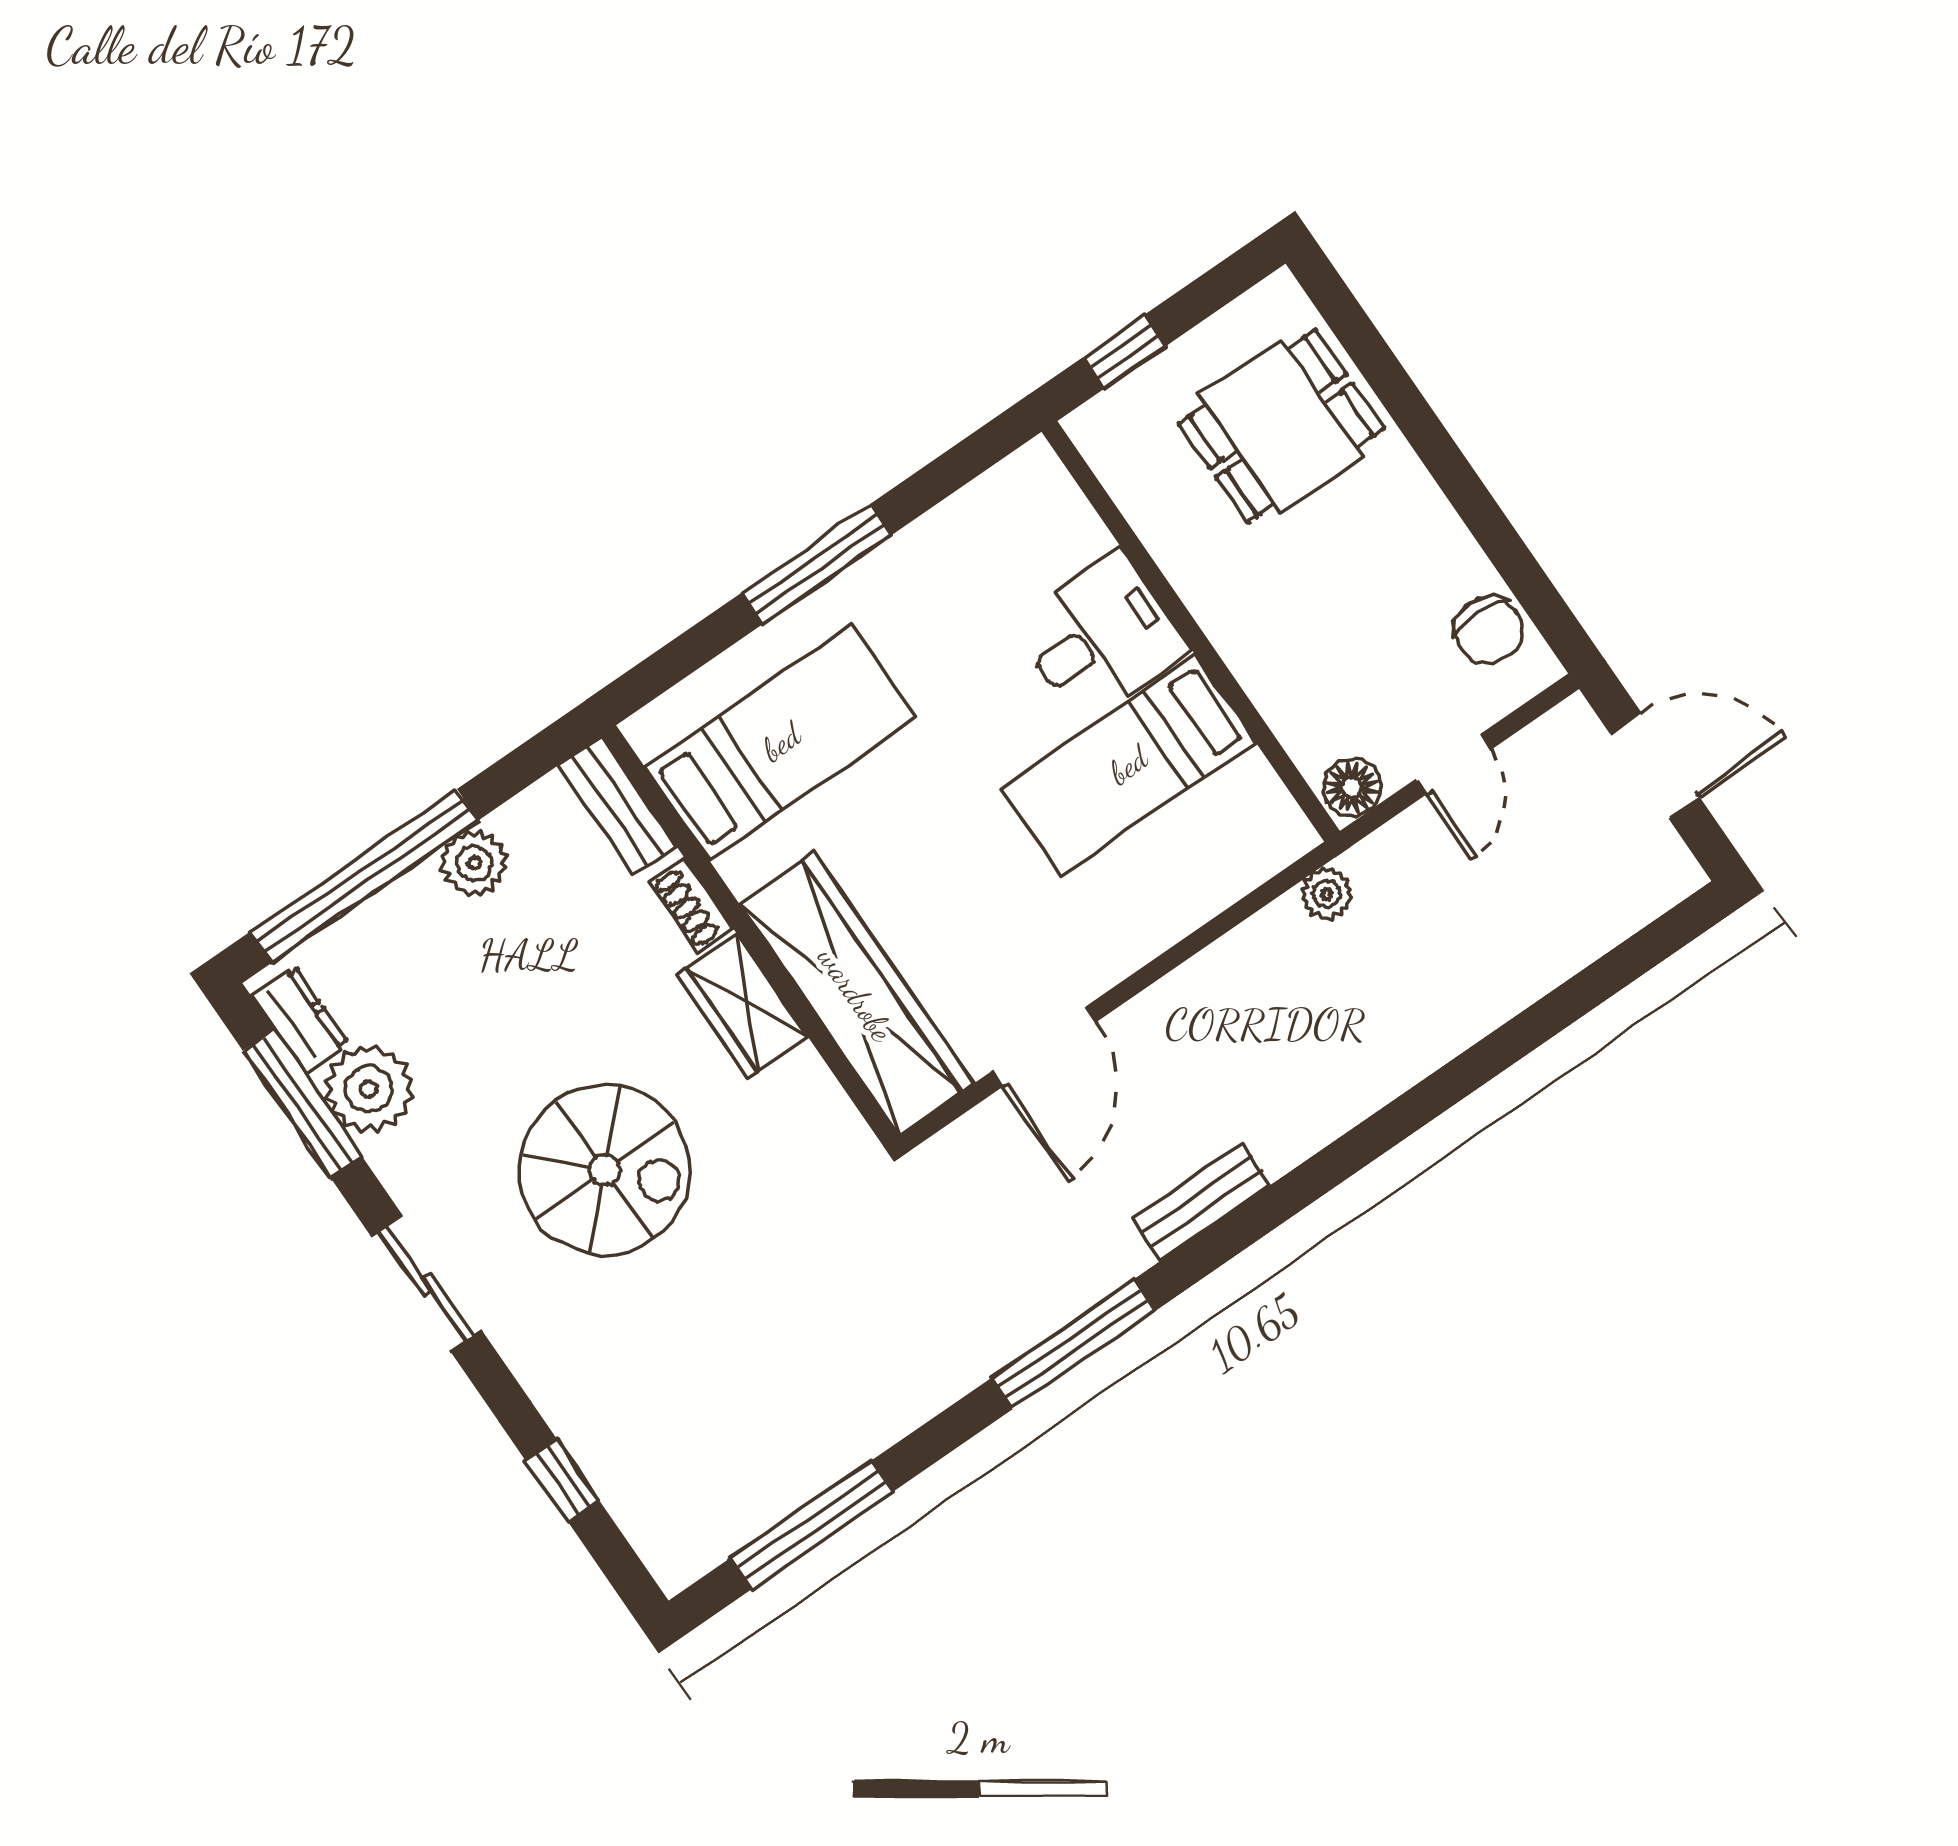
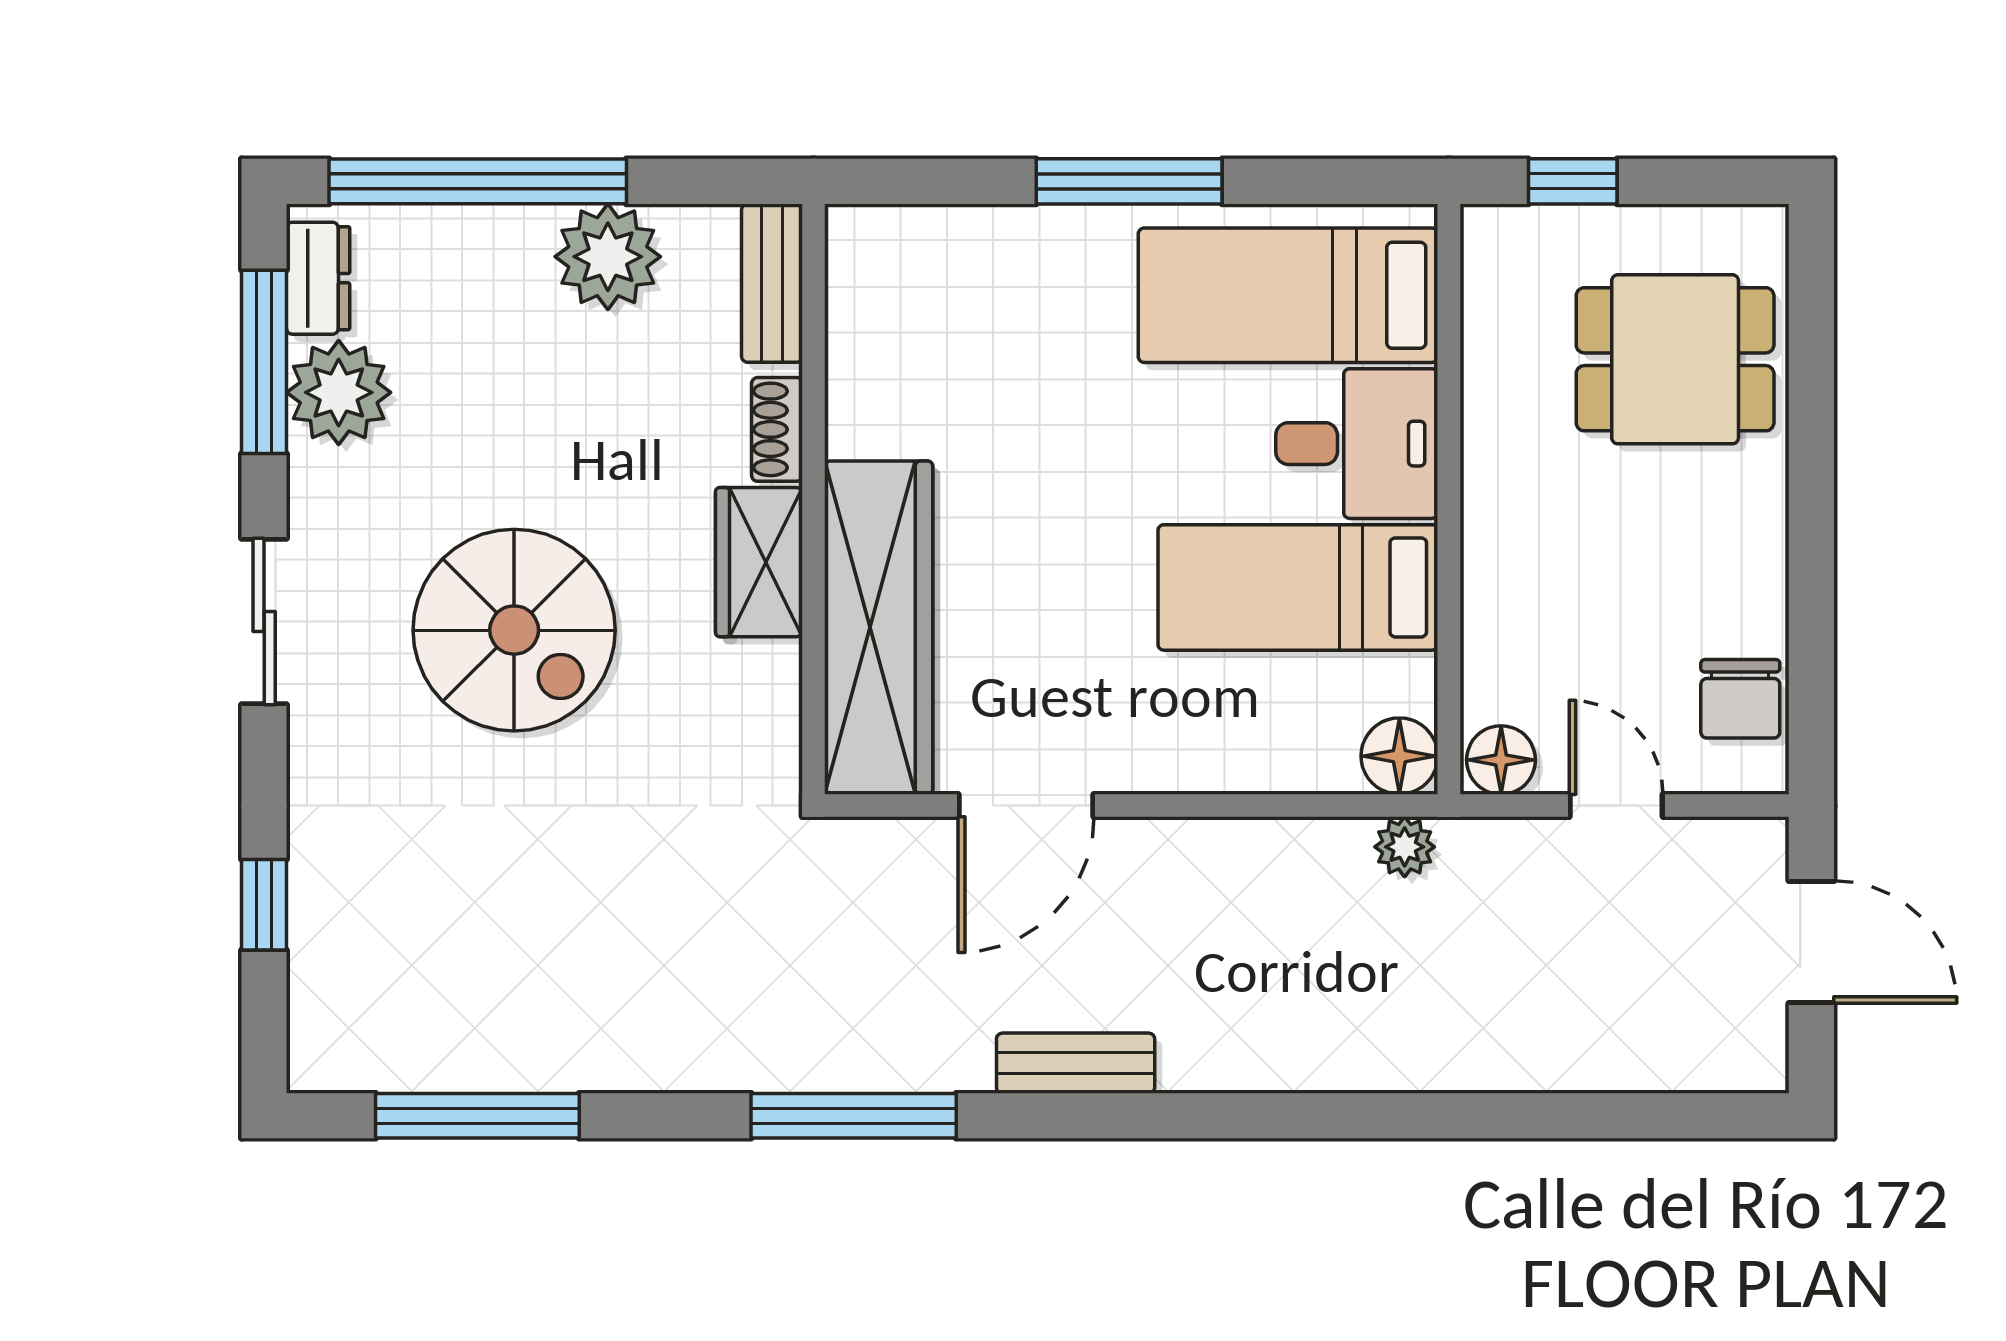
bed: (781, 742) -> (1288, 295), moved, turned 180
door: (1454, 764) -> (1616, 806), swing flipped
floor lamp: (1280, 833) -> (1399, 756), added
plant: (474, 863) -> (608, 257), width x1.36, depth x1.36

